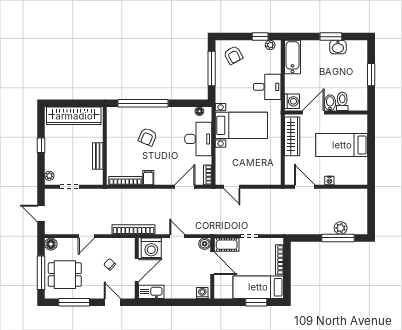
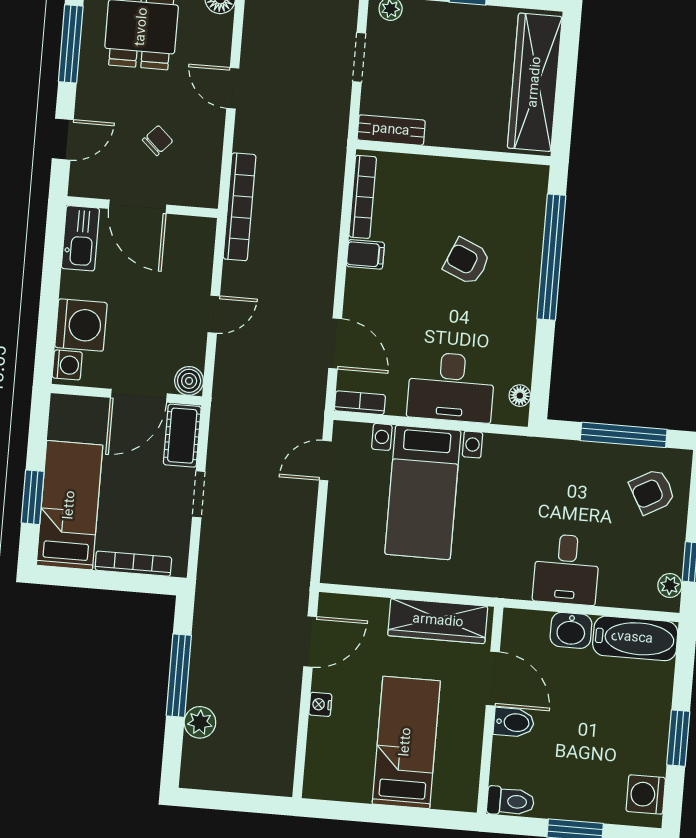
washbasin: (338, 47) -> (571, 630), moved, turned -90
washing machine: (292, 101) -> (646, 794), moved, turned 90
toilet: (342, 101) -> (511, 801), moved
bed with nightstands: (241, 125) -> (423, 492), moved
bench: (98, 156) -> (391, 130), moved
window: (338, 238) -> (179, 676), moved
washing machine: (151, 248) -> (81, 325), moved, turned 180

